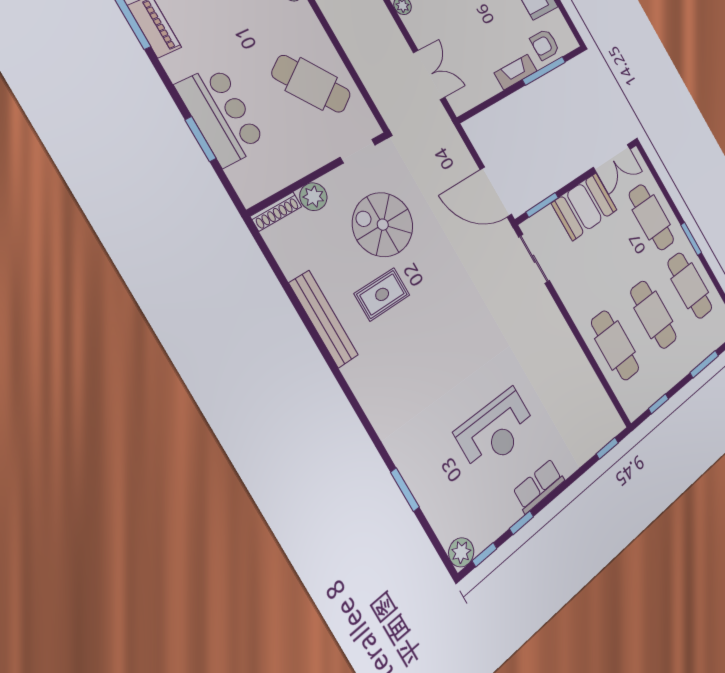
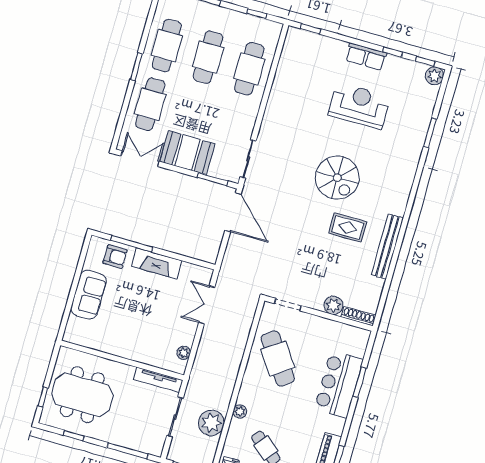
fireplace: (516, 72) -> (157, 263), width x1.37, depth x1.32
spiral stairs: (383, 225) -> (337, 178), moved

